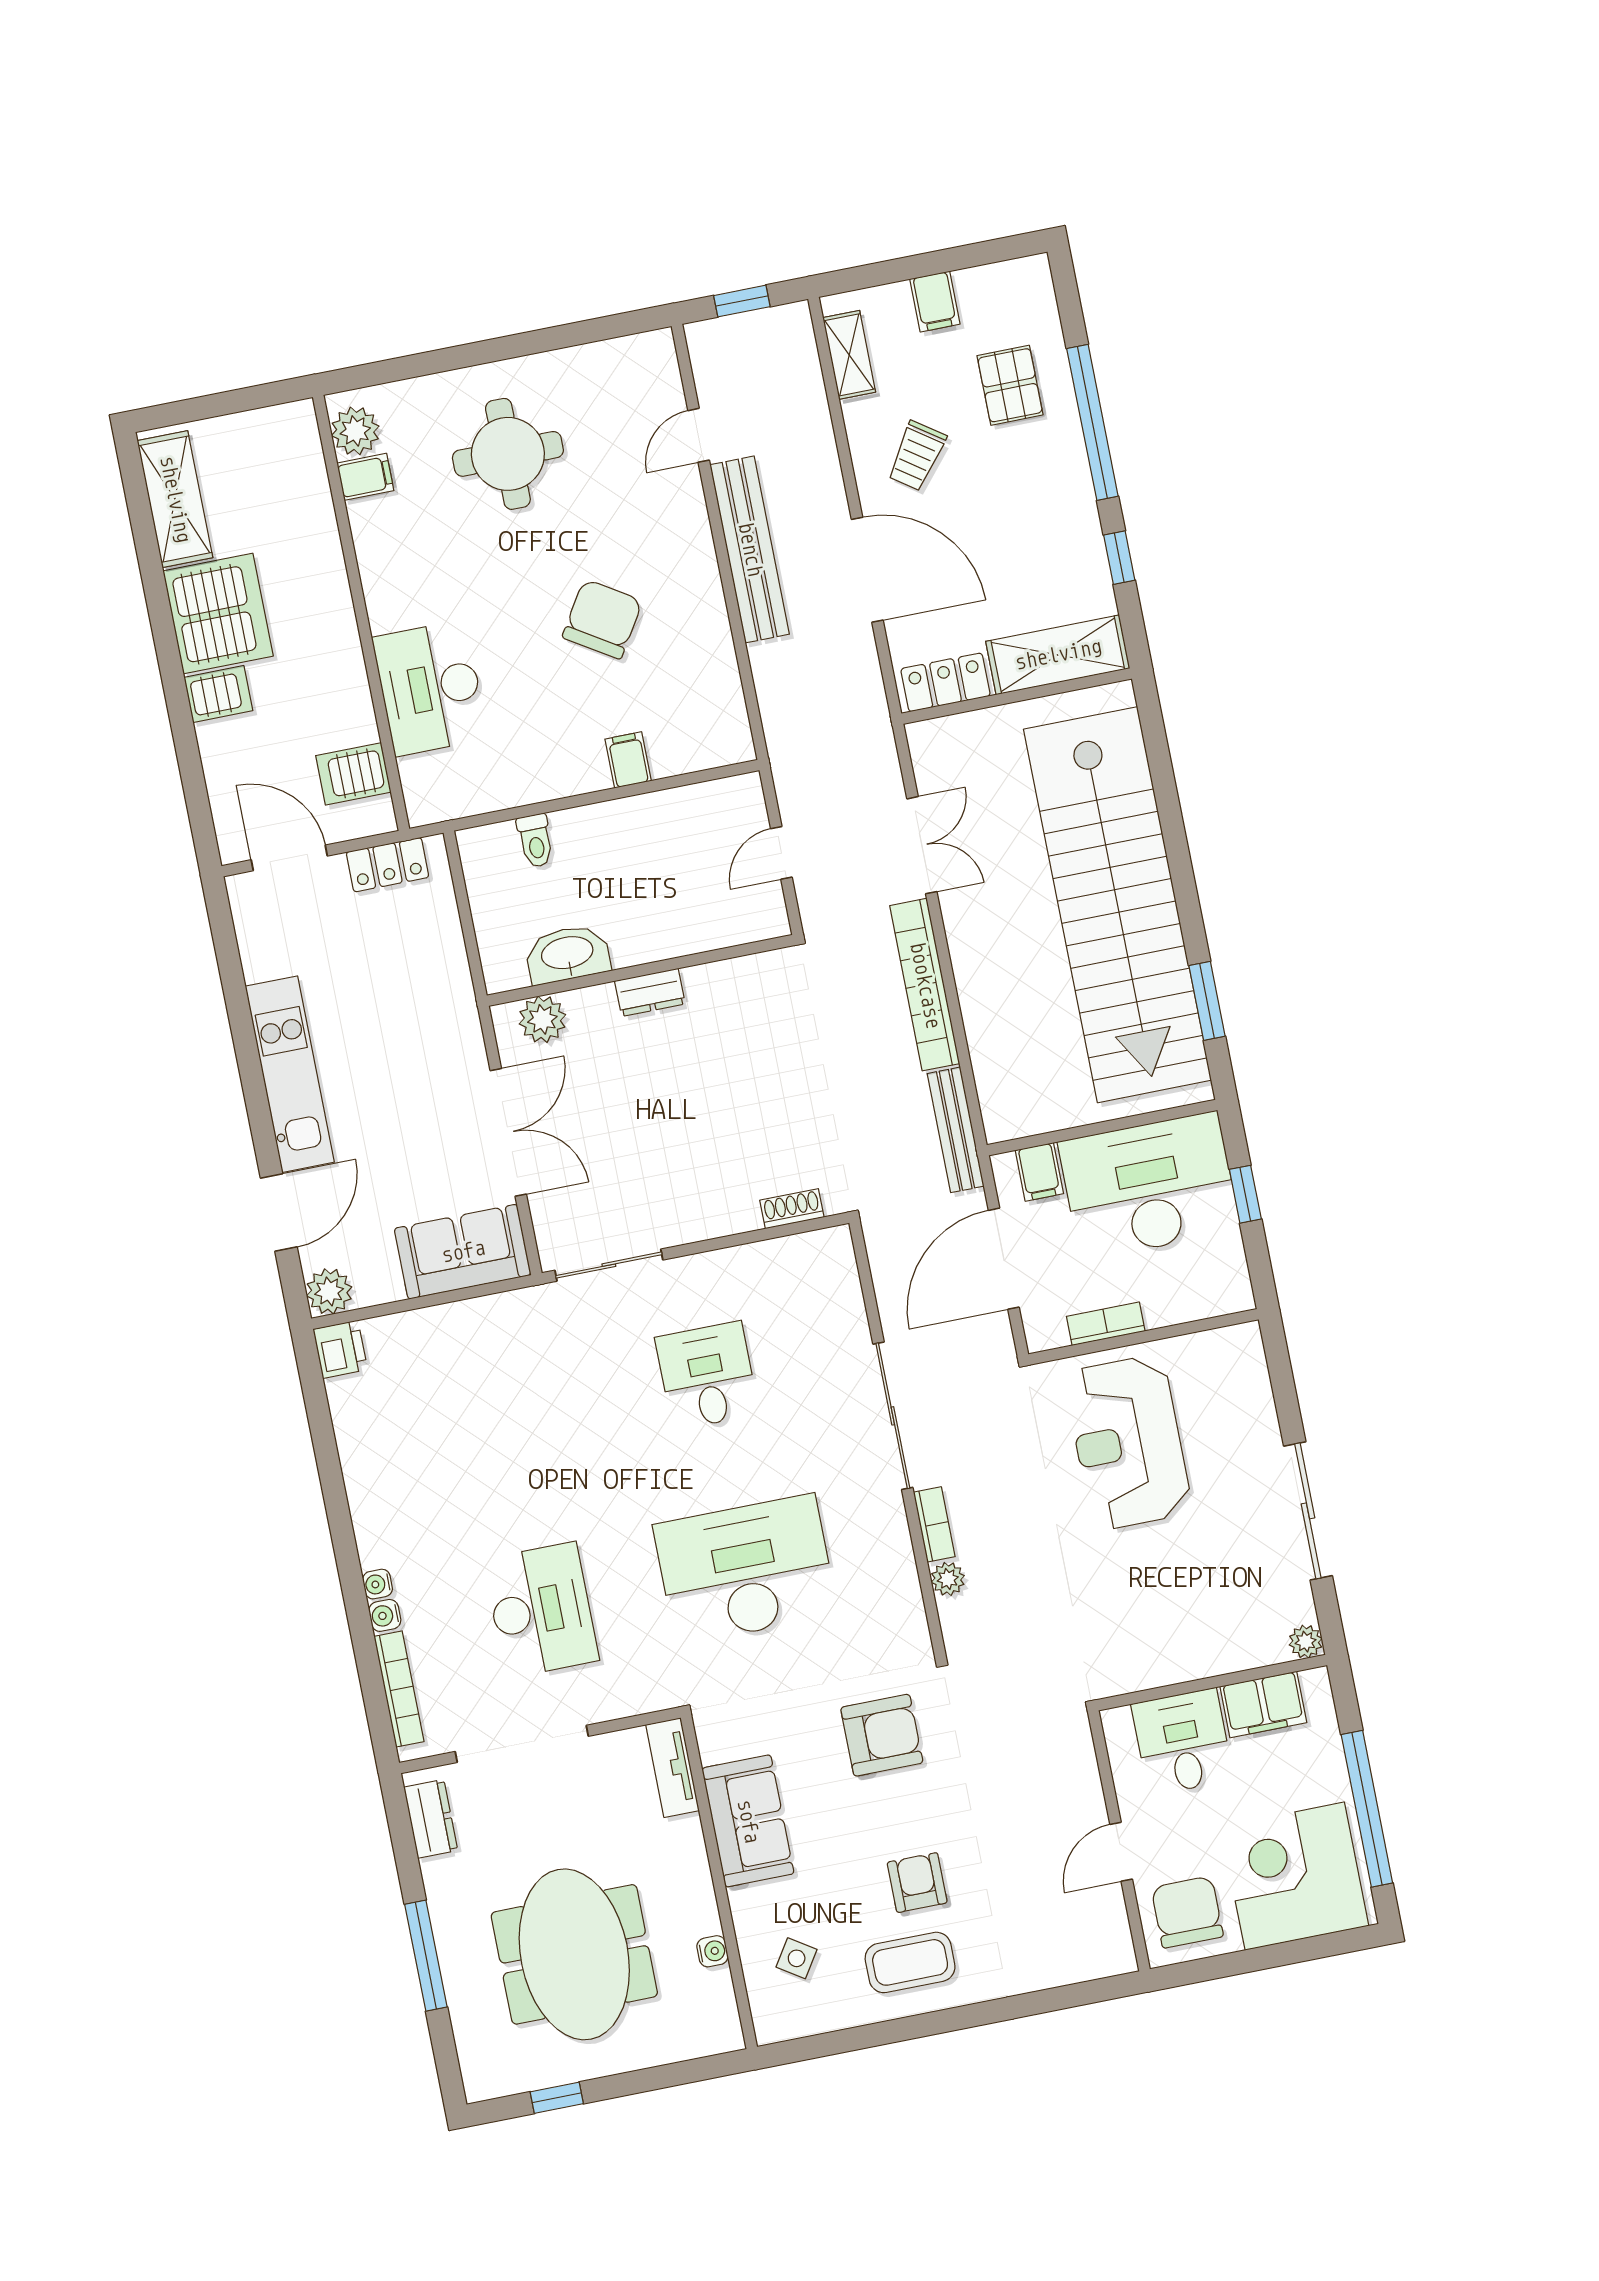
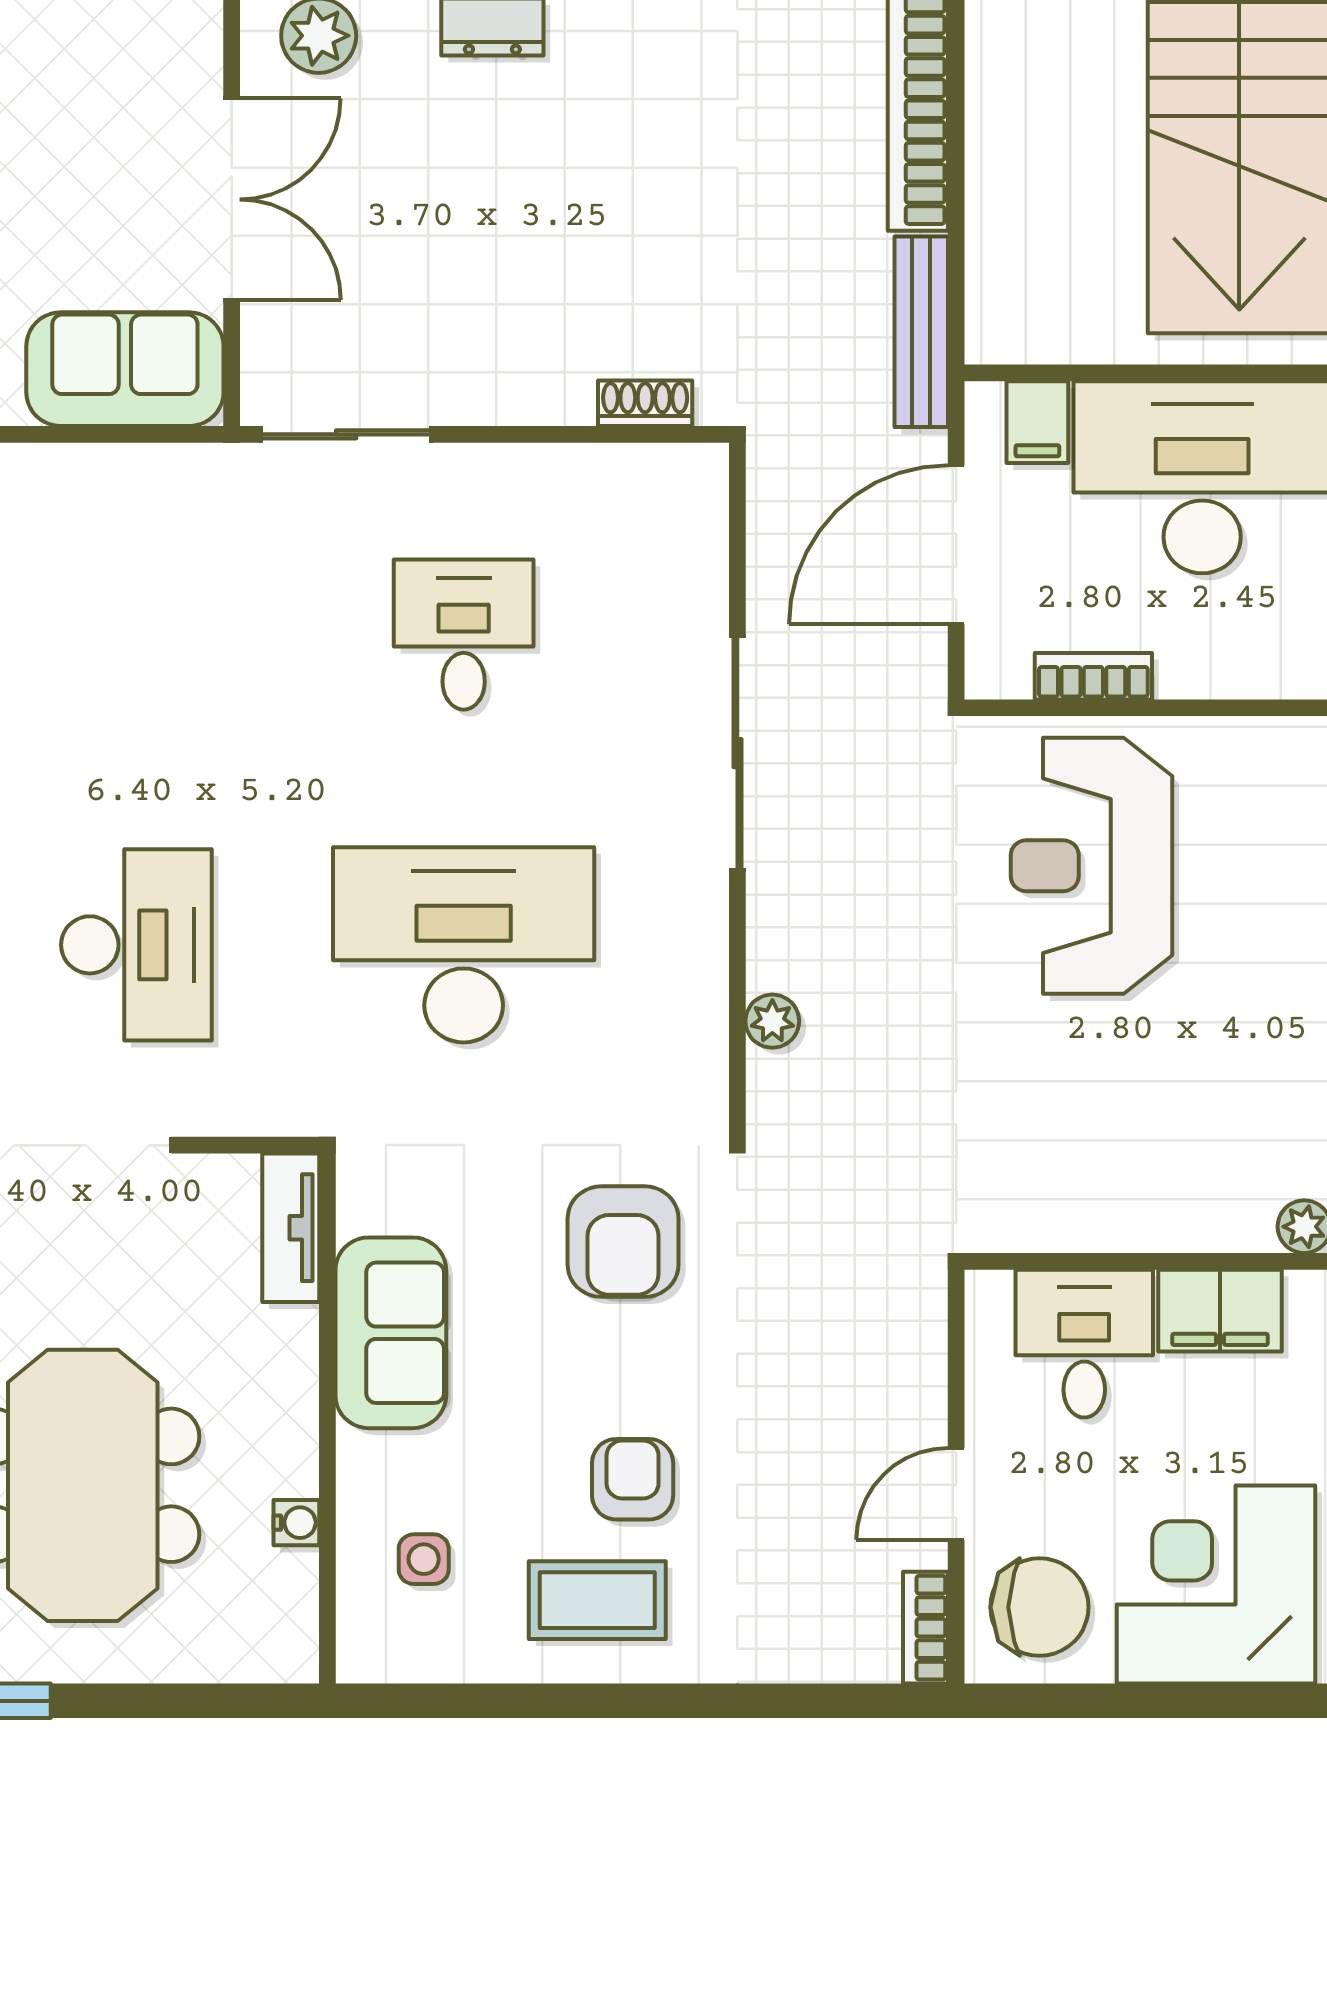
bookcase: (934, 1524) -> (926, 1628), moved, turned 180
armchair: (882, 1735) -> (623, 1242), turned 90
chair: (1187, 1912) -> (1039, 1607), turned 90
side table: (797, 1958) -> (424, 1559), turned -33

